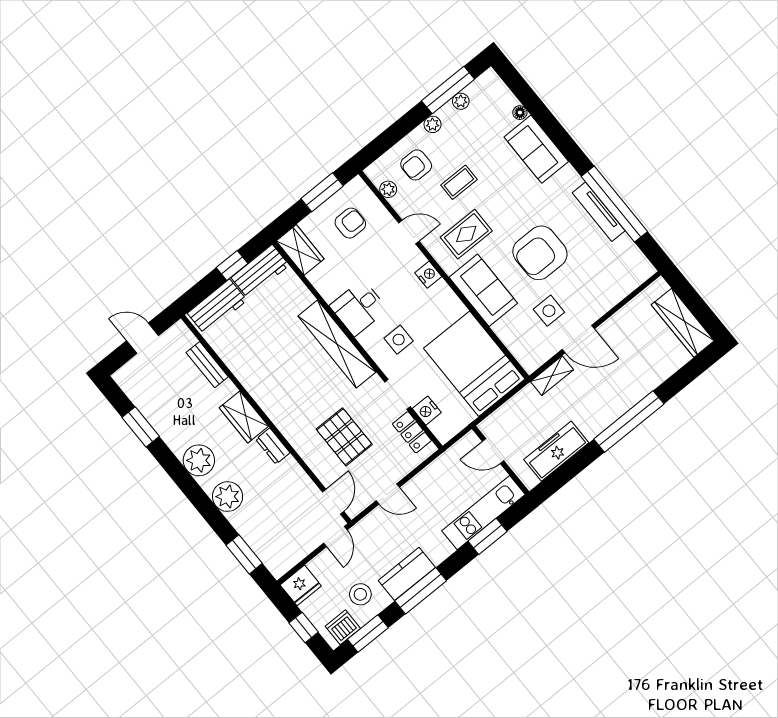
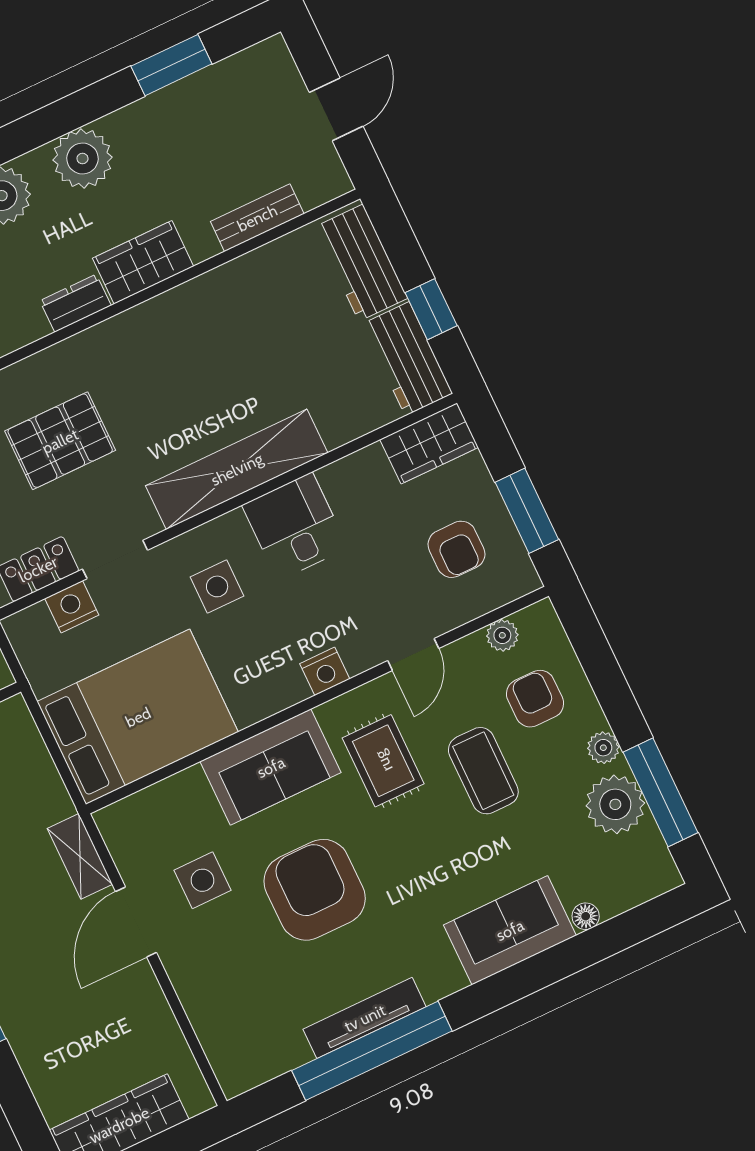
plant: (461, 101) -> (615, 804), width x1.88, depth x1.88
coffee table: (459, 182) -> (483, 771), width x1.36, depth x1.30

